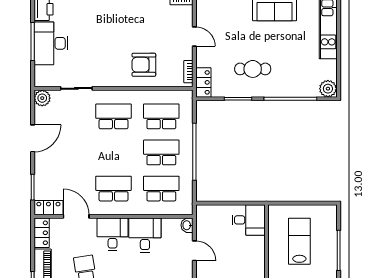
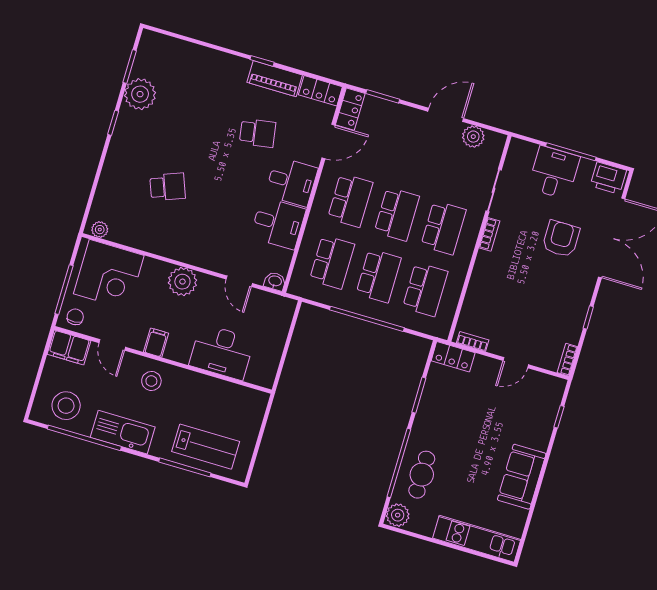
desk: (51, 43) -> (554, 173), width x0.73
armchair: (144, 65) -> (561, 239), moved
cafe table: (253, 69) -> (422, 475), moved
bookcase: (109, 82) -> (489, 234), added
plant: (42, 98) -> (473, 137), moved
door: (33, 138) -> (446, 115), swing flipped
school desk: (113, 152) -> (397, 214), added
desk: (249, 220) -> (222, 352), moved, width x1.37
lab bench: (299, 241) -> (206, 447), moved
door: (194, 251) -> (239, 281), hinge flipped

